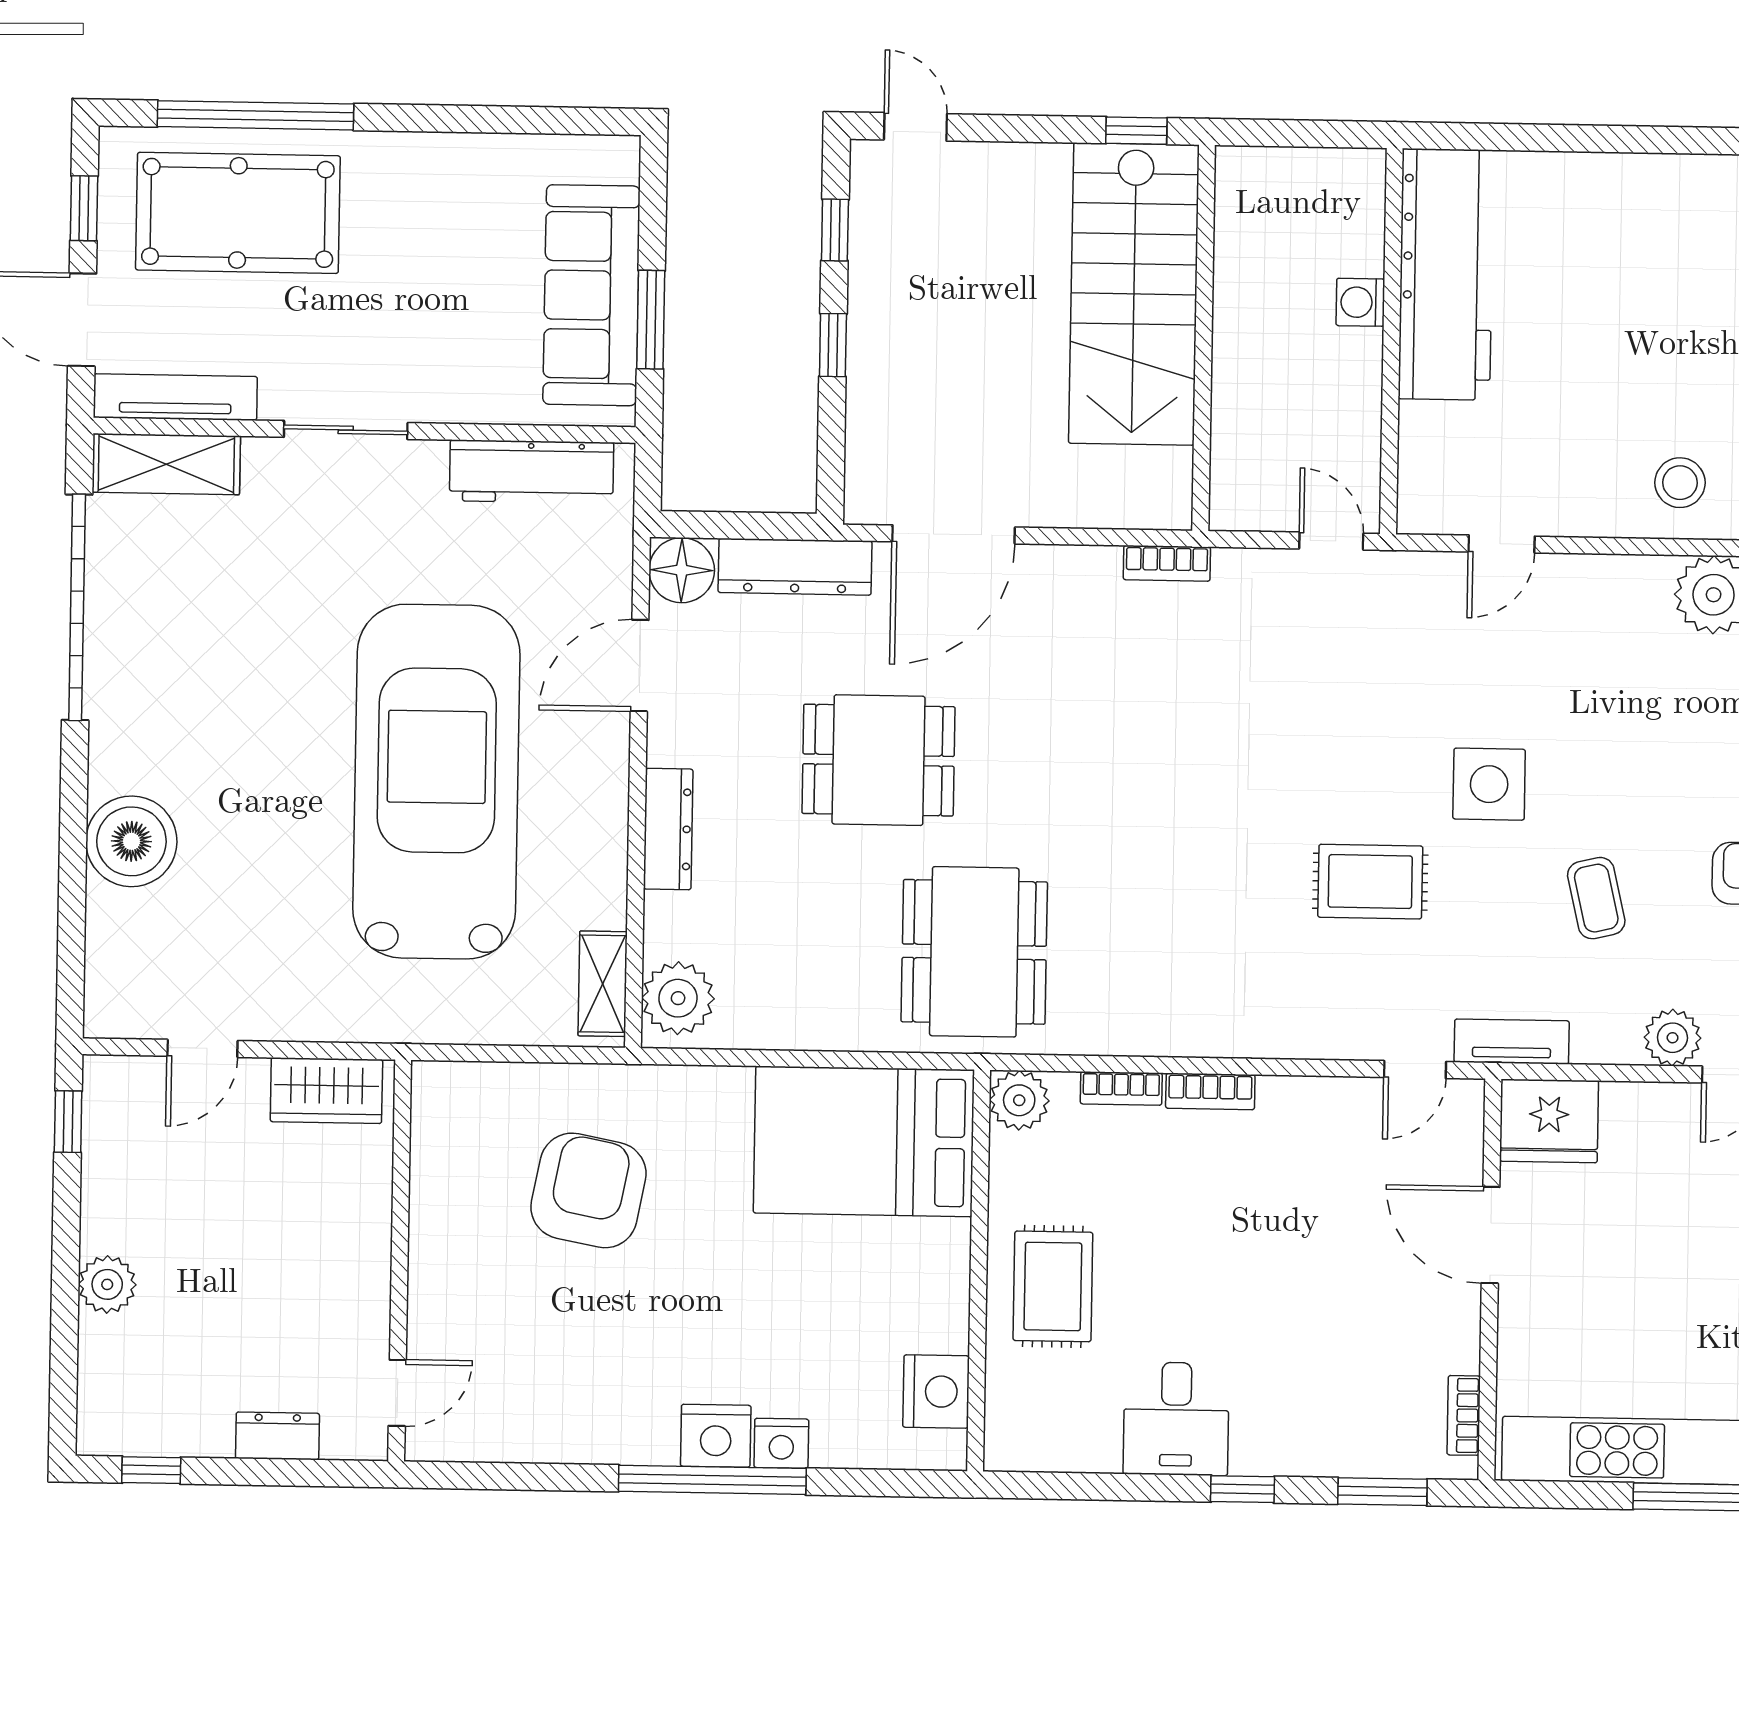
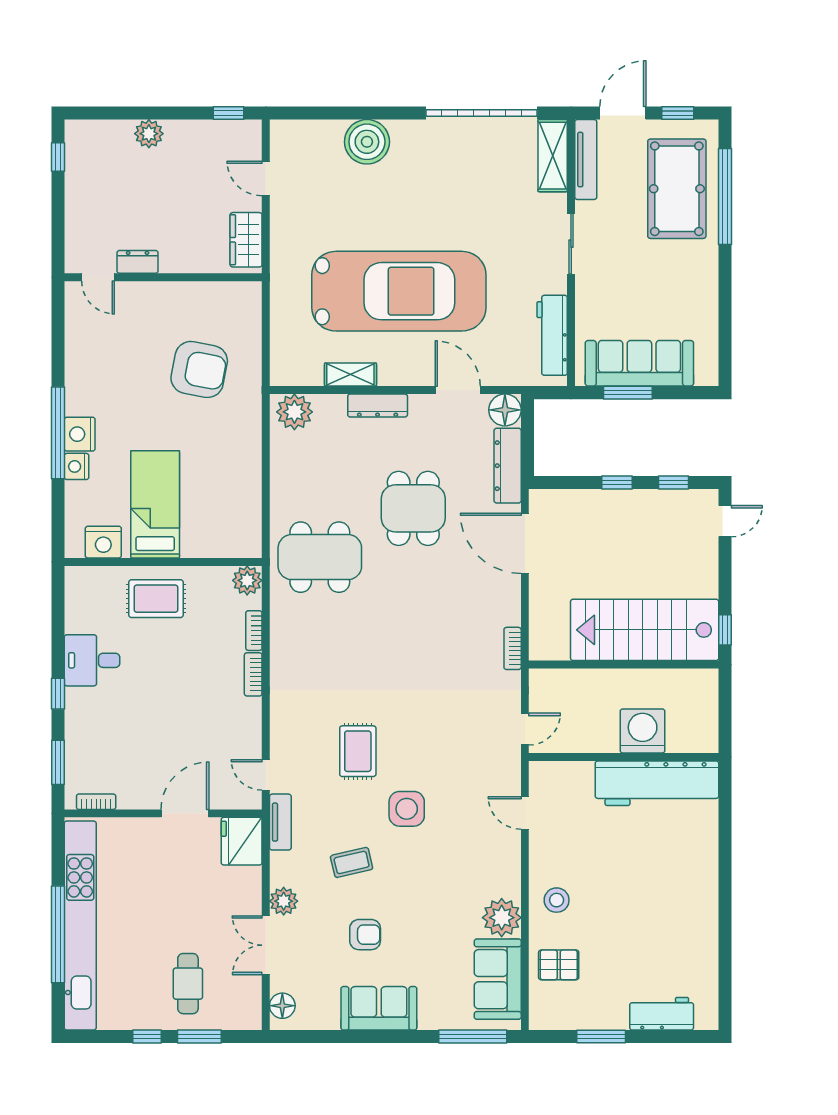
washing machine: (1360, 302) -> (643, 731), width x1.89, depth x1.89
shelving: (603, 984) -> (350, 375), moved
bed: (864, 1141) -> (155, 504), moved, width x0.67
dresser: (277, 1436) -> (138, 262), moved, turned -90

